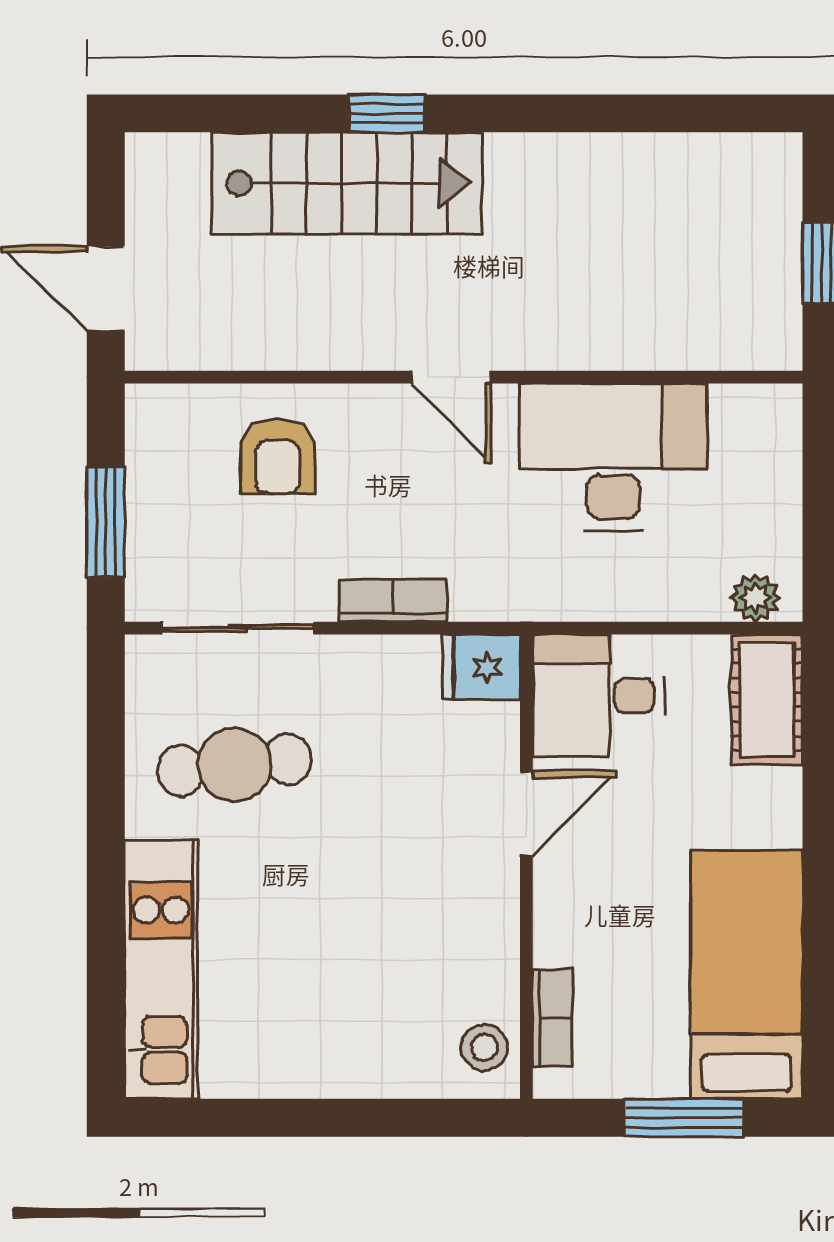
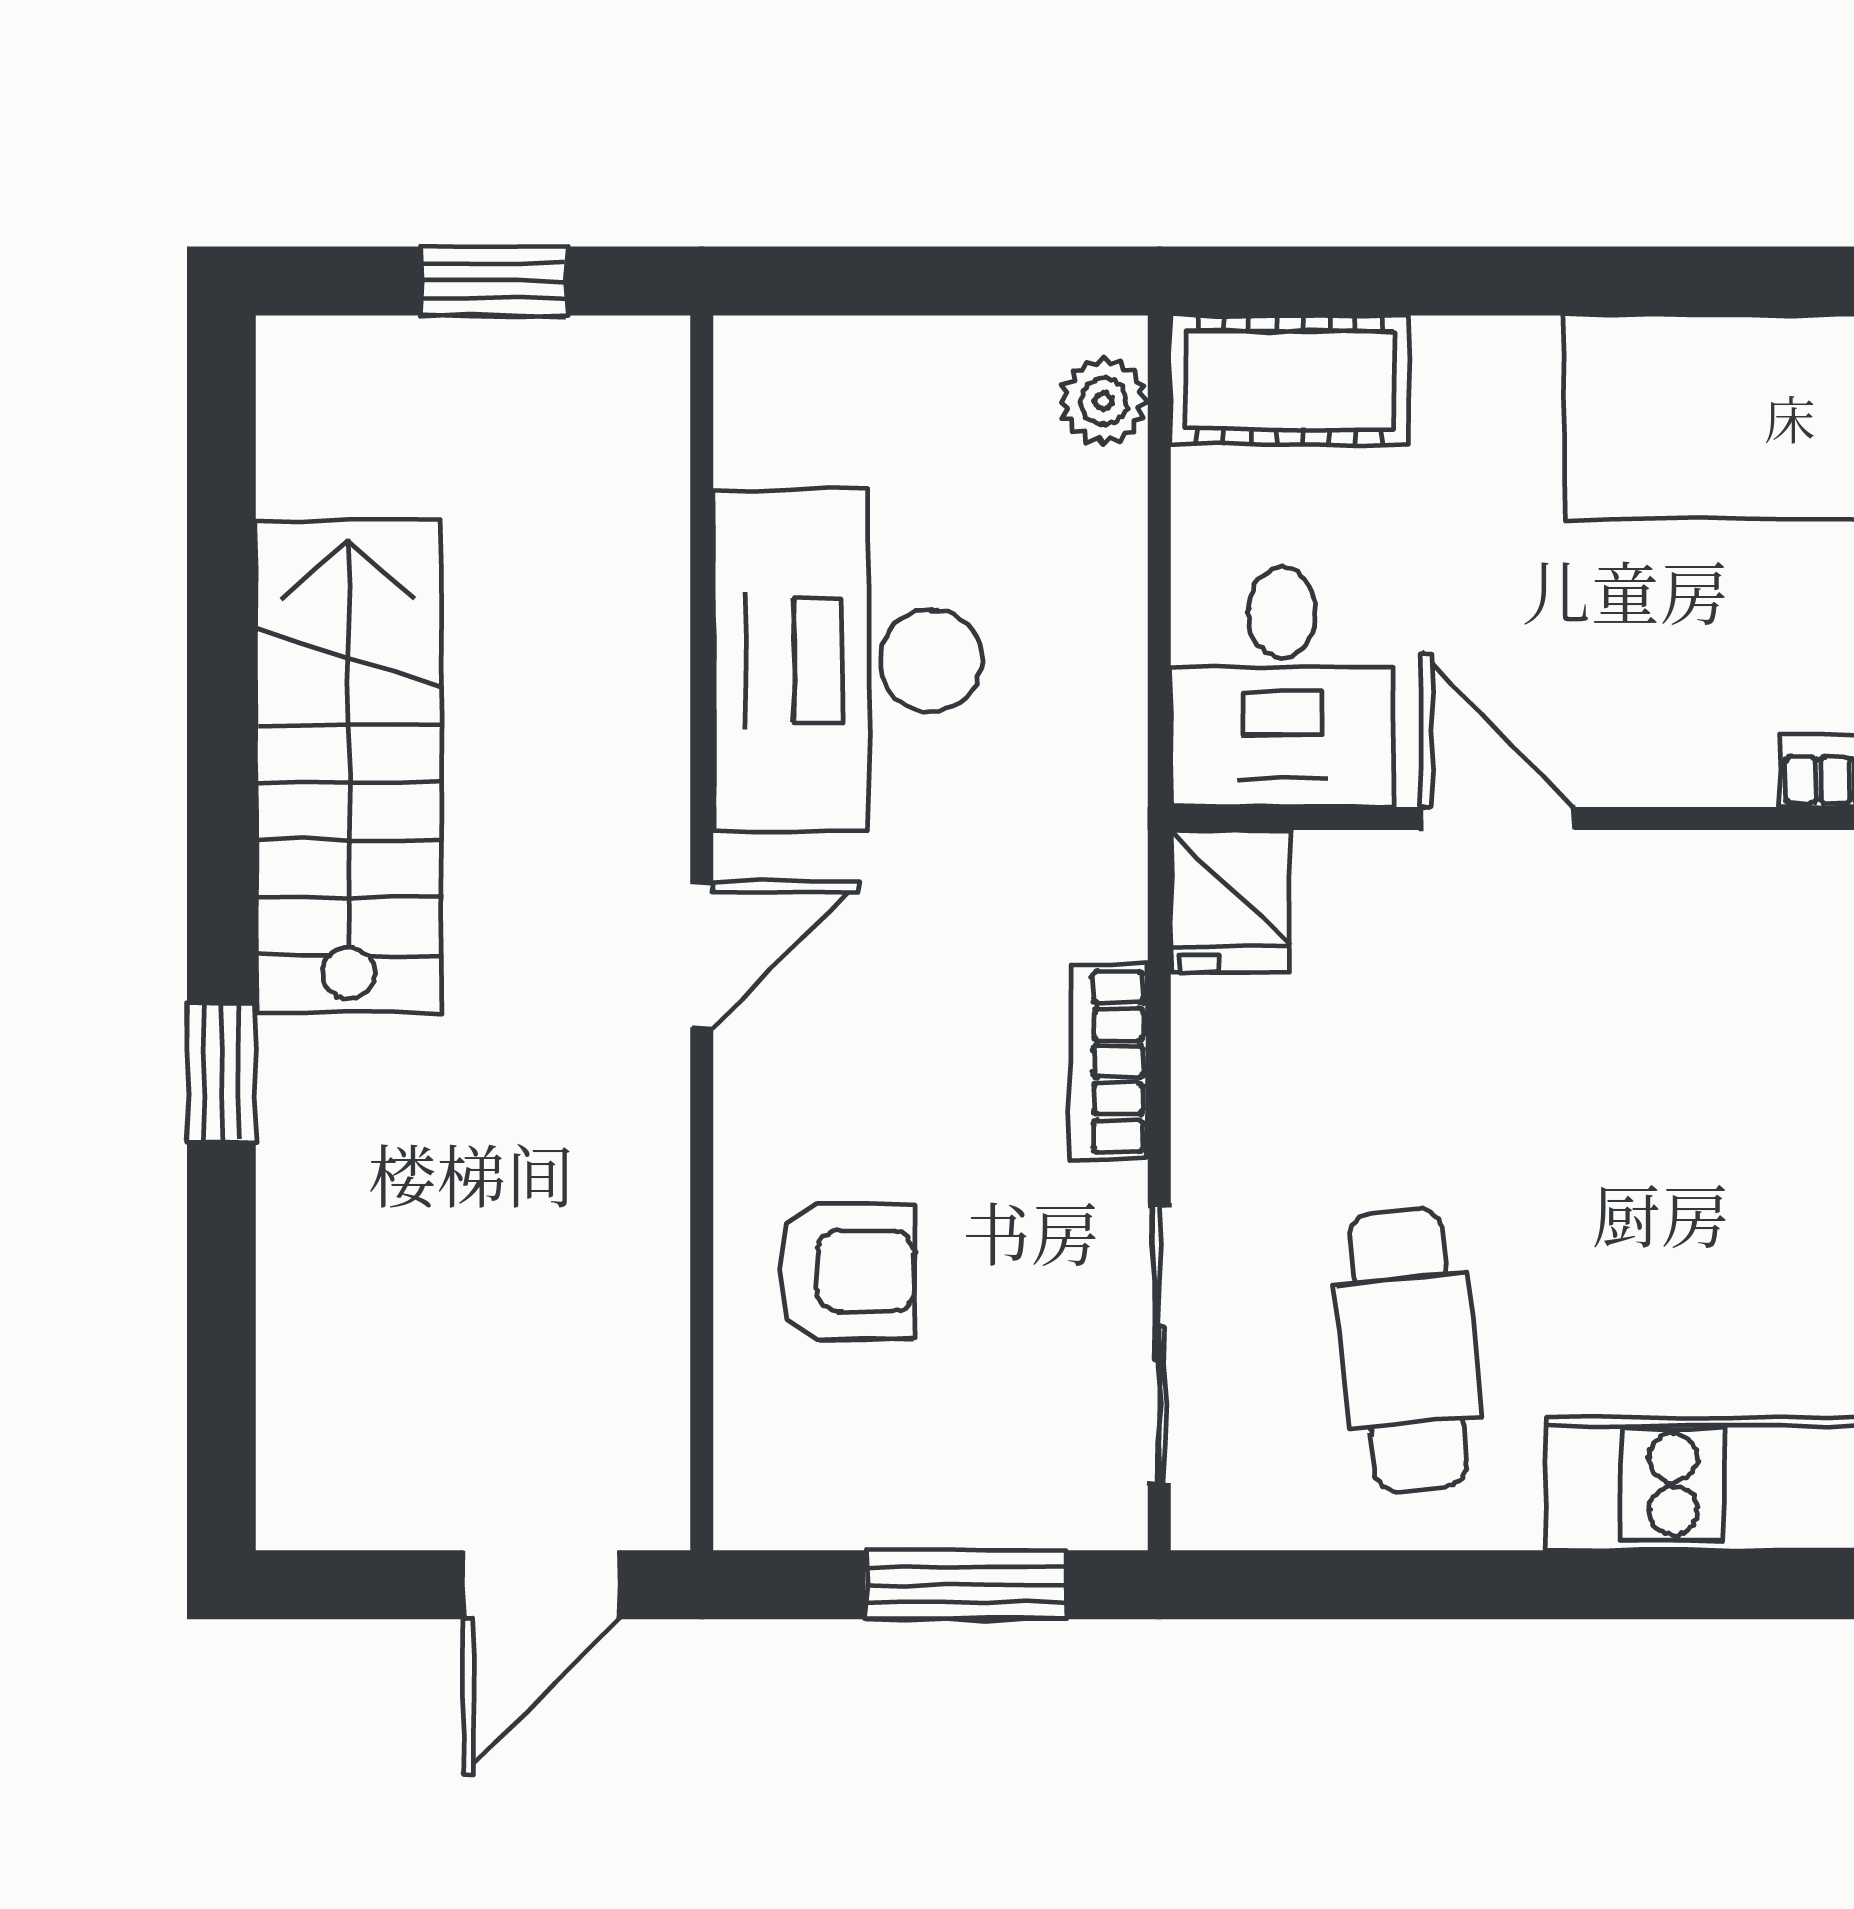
stairs: (347, 183) -> (349, 766), moved

